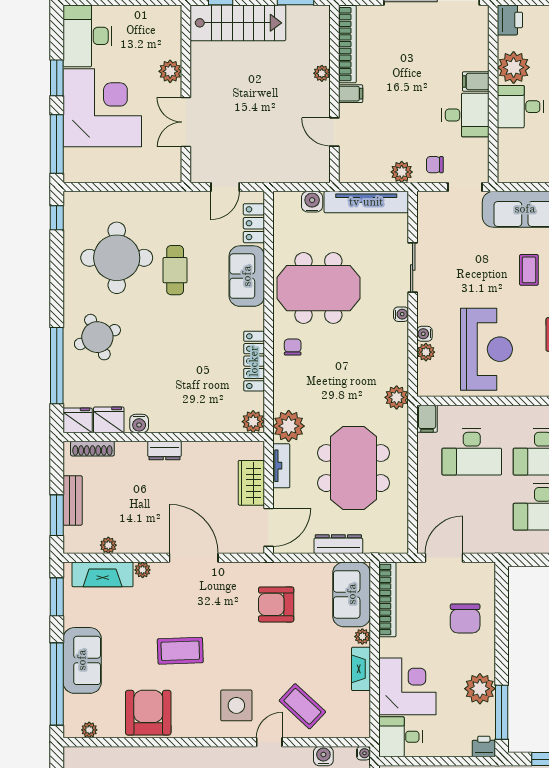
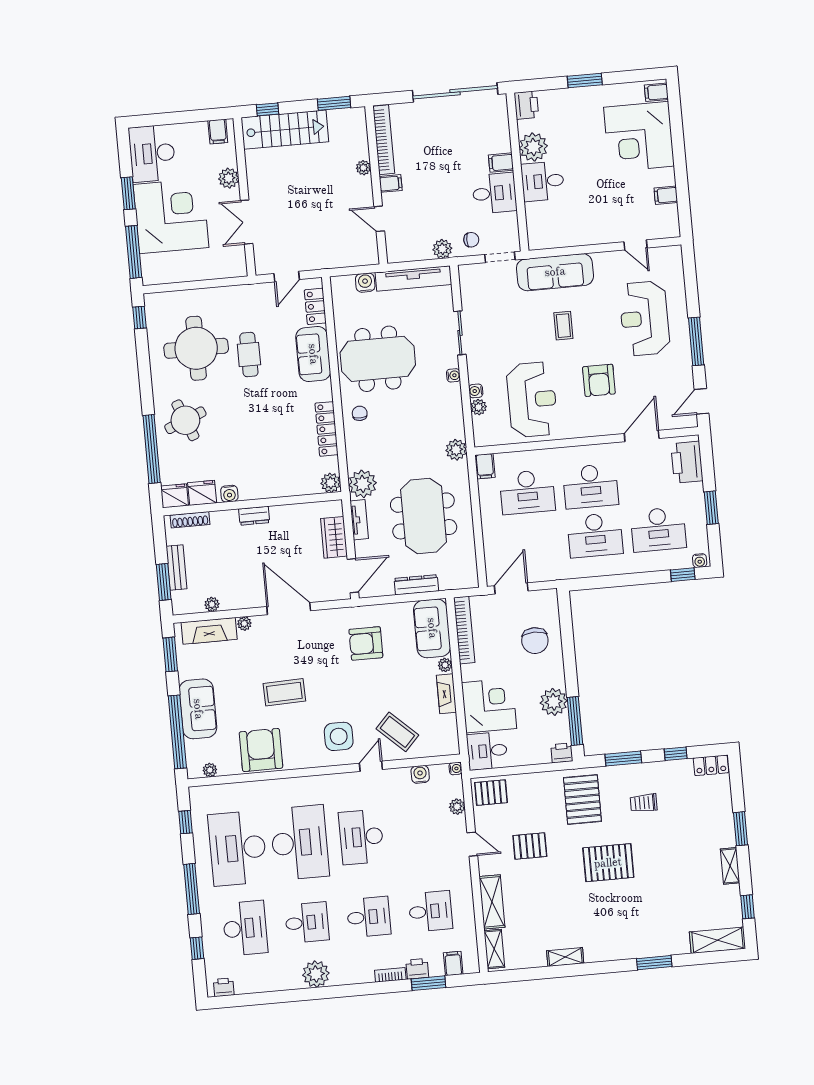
filing cabinet: (163, 18) -> (218, 132), added
chair: (435, 165) -> (471, 240), turned 180

